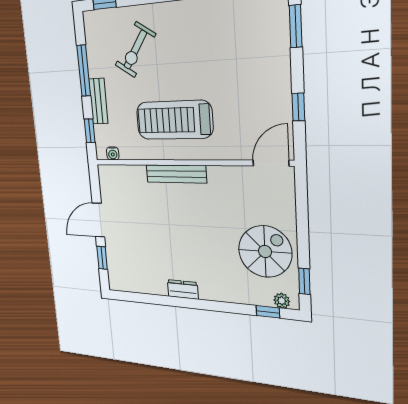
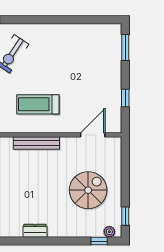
treadmill: (174, 120) -> (38, 104), width x0.73, depth x0.73
door: (271, 163) -> (93, 135), moved
spiral stairs: (265, 252) -> (88, 190), moved

